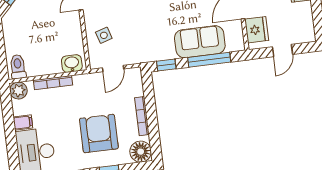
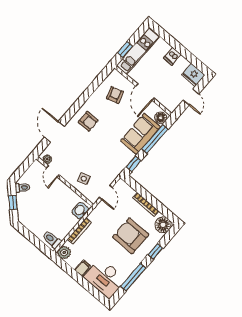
fridge: (257, 30) -> (193, 75), moved, turned 180
floor lamp: (234, 44) -> (161, 118), added

